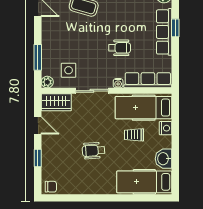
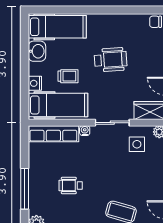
window: (175, 28) -> (25, 189), width x2.17
row of seats: (164, 32) -> (36, 185), removed
wheelchair: (120, 48) -> (71, 185), moved
wheelchair: (94, 151) -> (111, 60), width x1.36, depth x1.37

